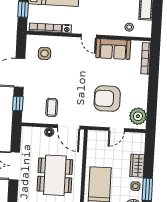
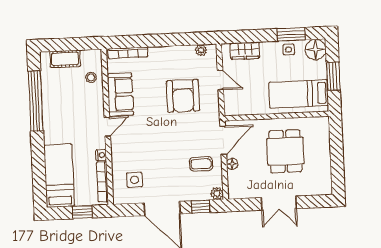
plant: (138, 116) -> (201, 50), width x0.53, depth x0.53
plant: (27, 118) -> (217, 193), added
wardrobe: (137, 166) -> (245, 51), moved
dining table: (55, 175) -> (285, 151), width x0.73

